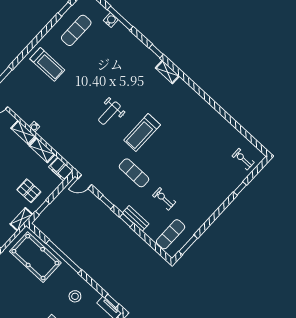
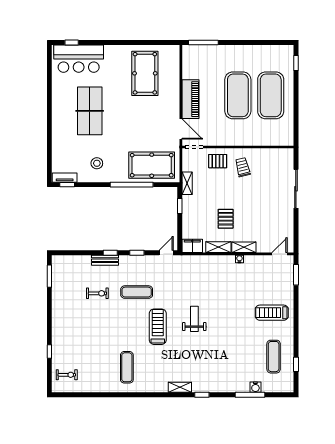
pallet: (29, 191) -> (226, 219), moved, turned 90
exercise mat: (171, 234) -> (127, 367), moved

